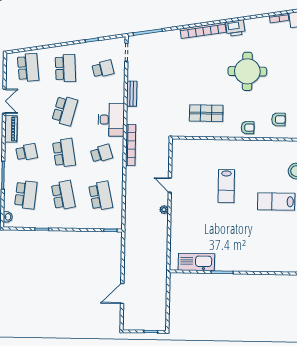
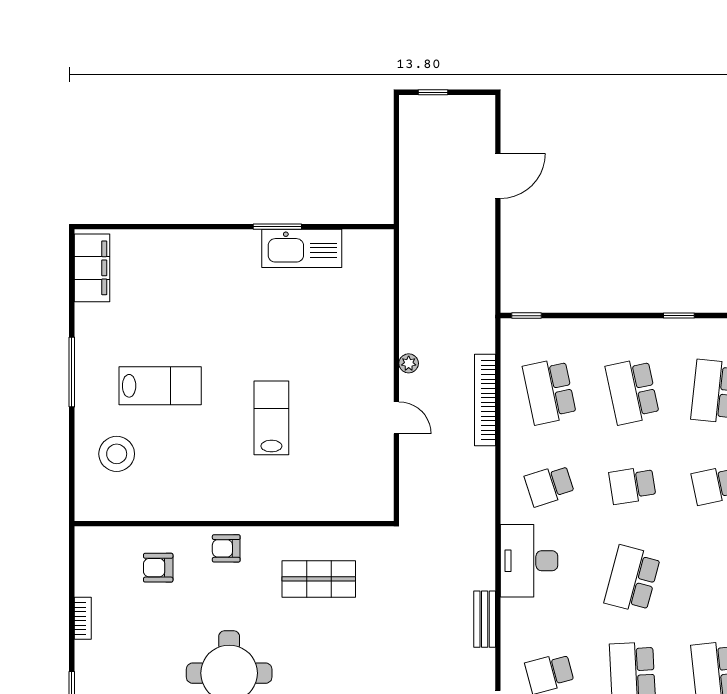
bookcase: (131, 145) -> (485, 400), moved
school desk: (64, 153) -> (632, 485), width x0.54
kitchen sink: (196, 262) -> (302, 248), moved

